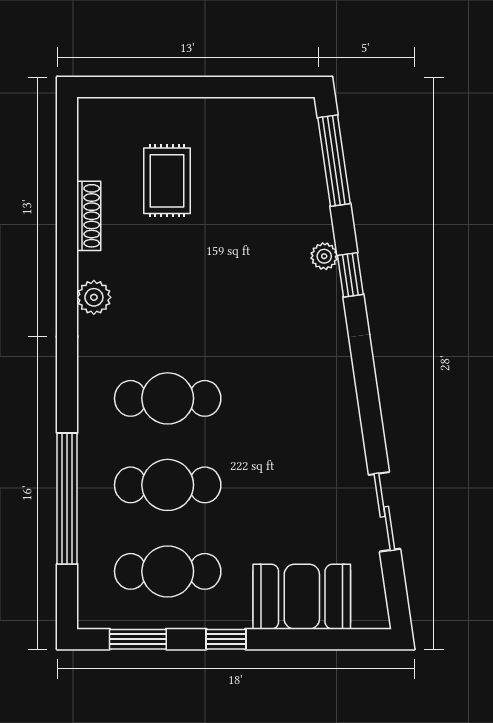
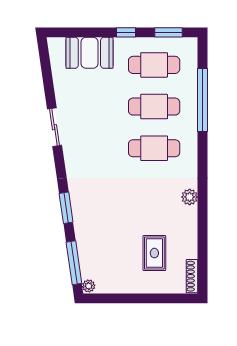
shoe rack: (89, 216) -> (192, 276), moved
plant: (324, 256) -> (89, 286), moved
window: (350, 275) -> (66, 208), width x1.50
sliding door: (384, 512) -> (54, 127), moved

